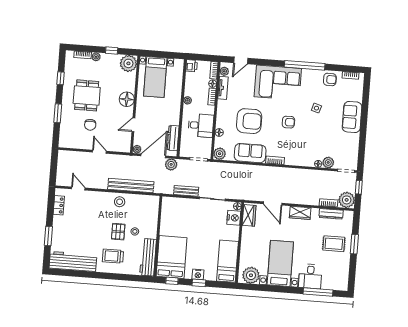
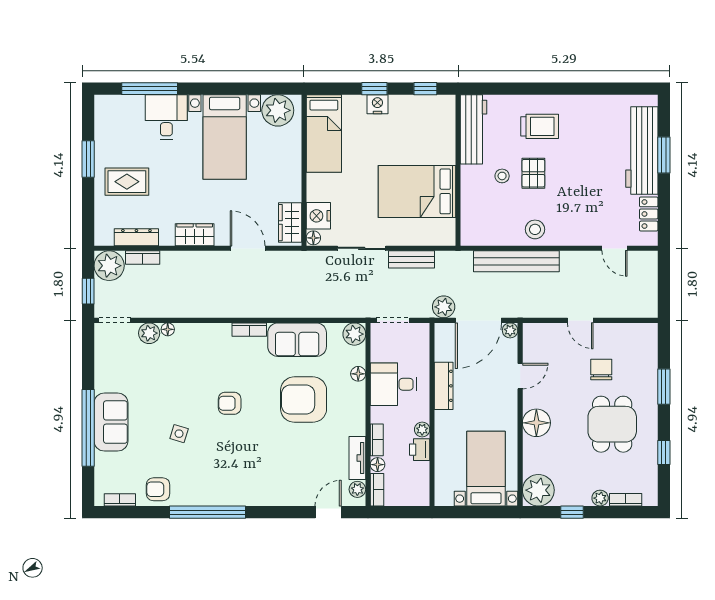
printer: (192, 66) -> (420, 450), moved
corner sofa: (278, 83) -> (255, 476), removed
window: (364, 115) -> (88, 428), added
dresser: (173, 138) -> (444, 386), moved
window: (354, 244) -> (88, 159), moved
bed: (172, 257) -> (417, 191), moved, turned 90
workbench: (73, 261) -> (642, 150), moved, turned 90

